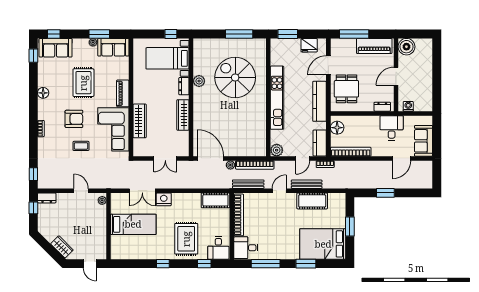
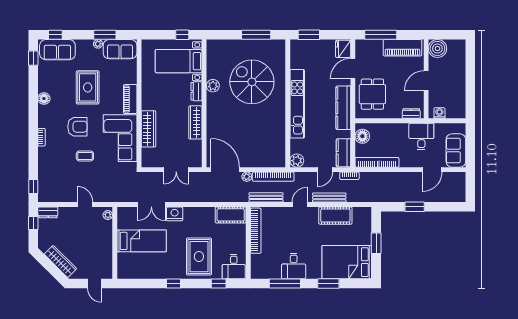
fridge: (309, 45) -> (343, 49), moved, turned 90
wardrobe: (62, 247) -> (60, 261), width x1.50
desk: (246, 248) -> (294, 266), moved, turned -90

